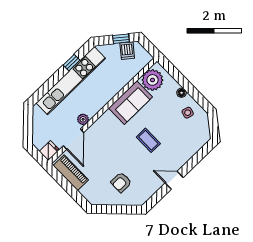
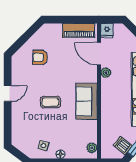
plant: (152, 80) -> (92, 148), width x0.53, depth x0.53
sofa: (131, 103) -> (87, 101), moved
armchair: (121, 182) -> (40, 57), turned -90

